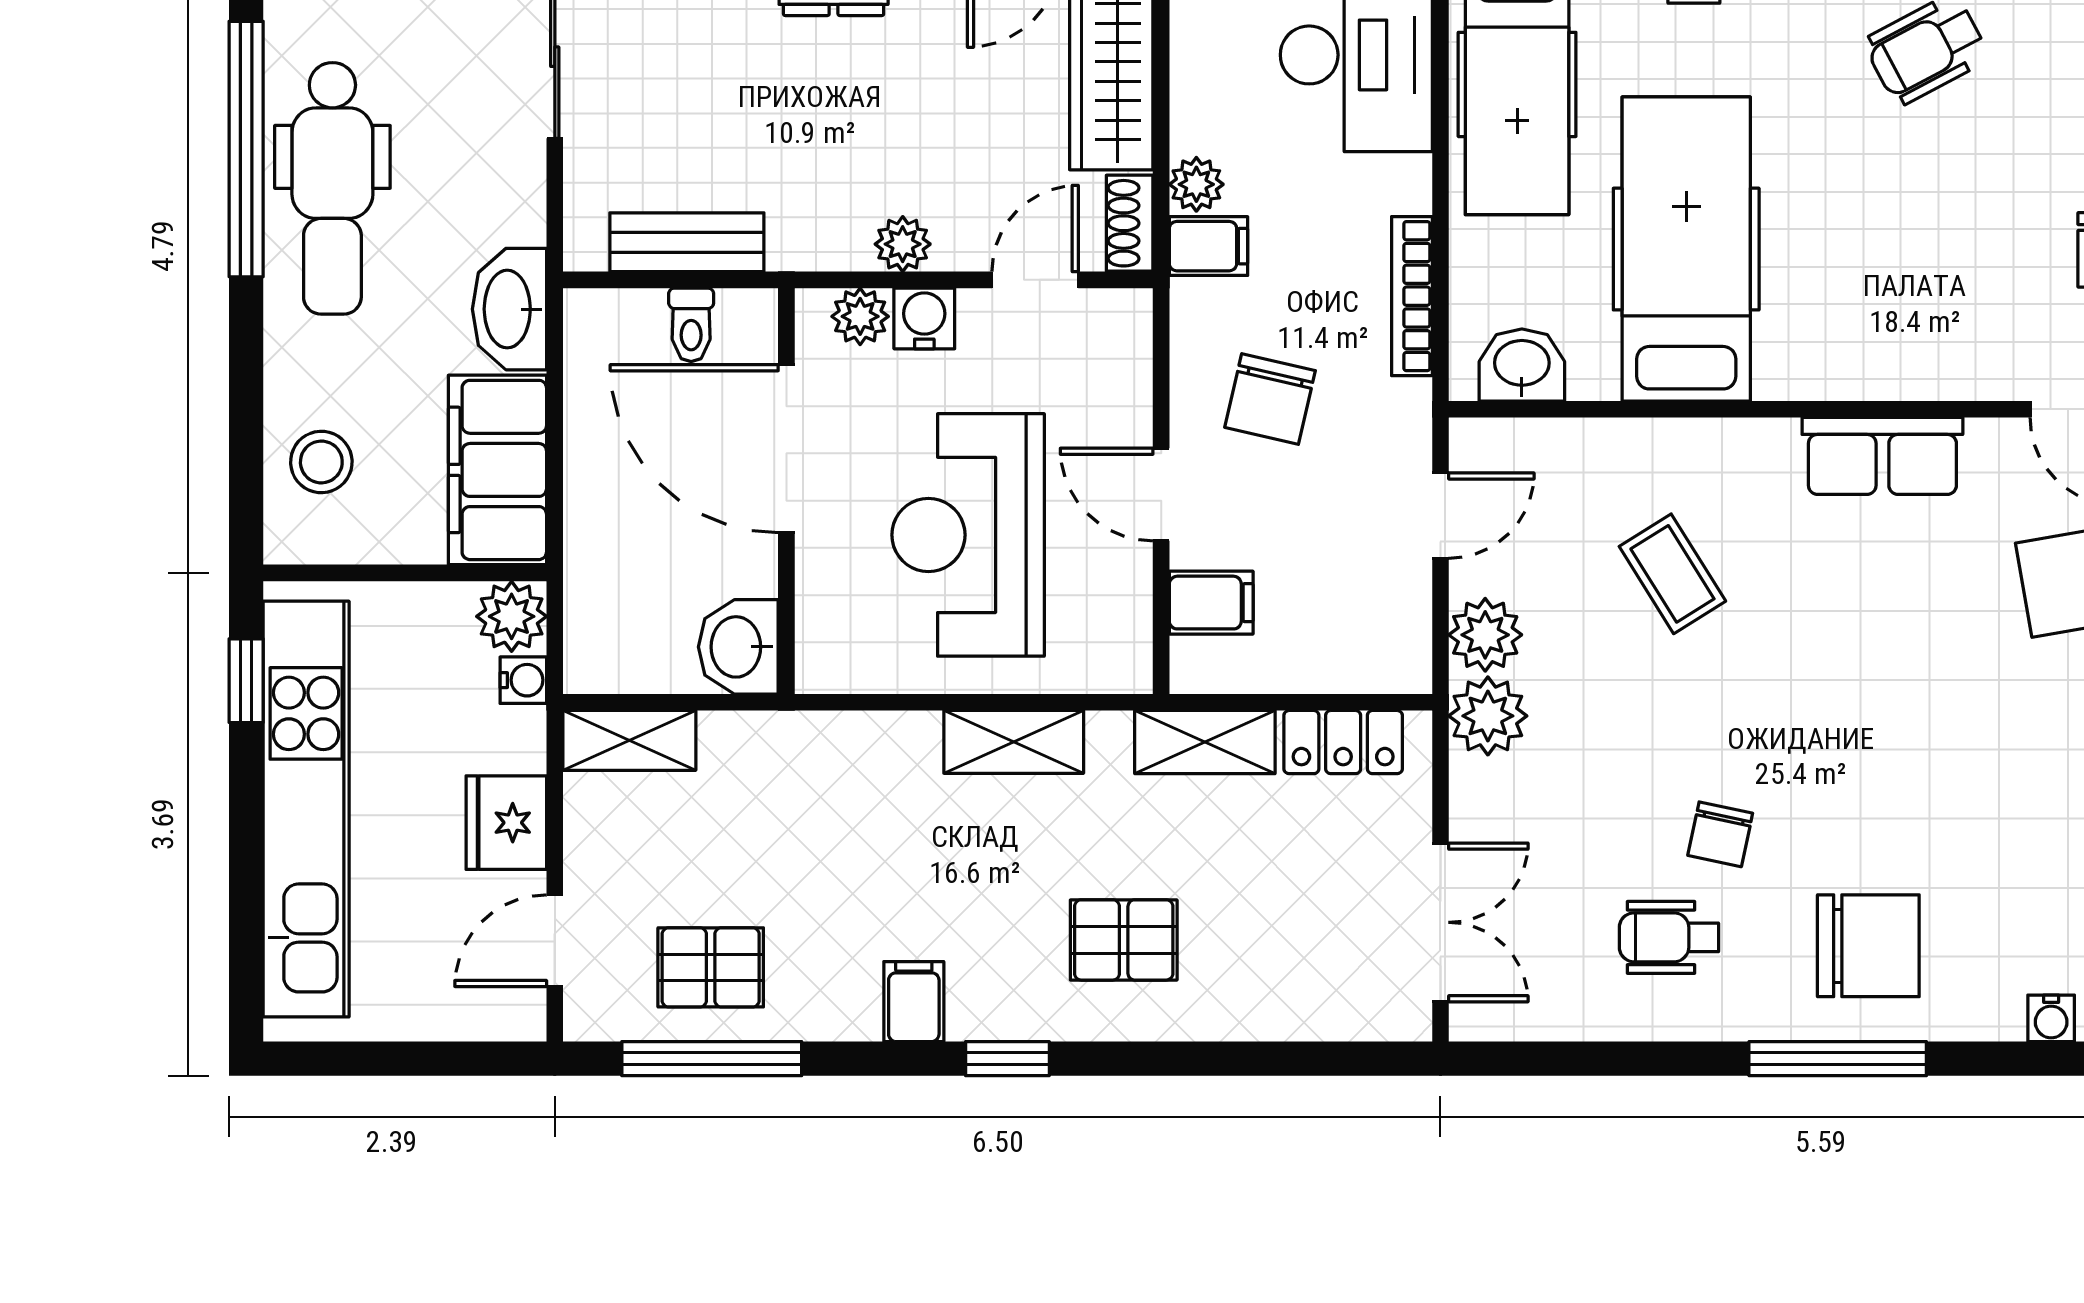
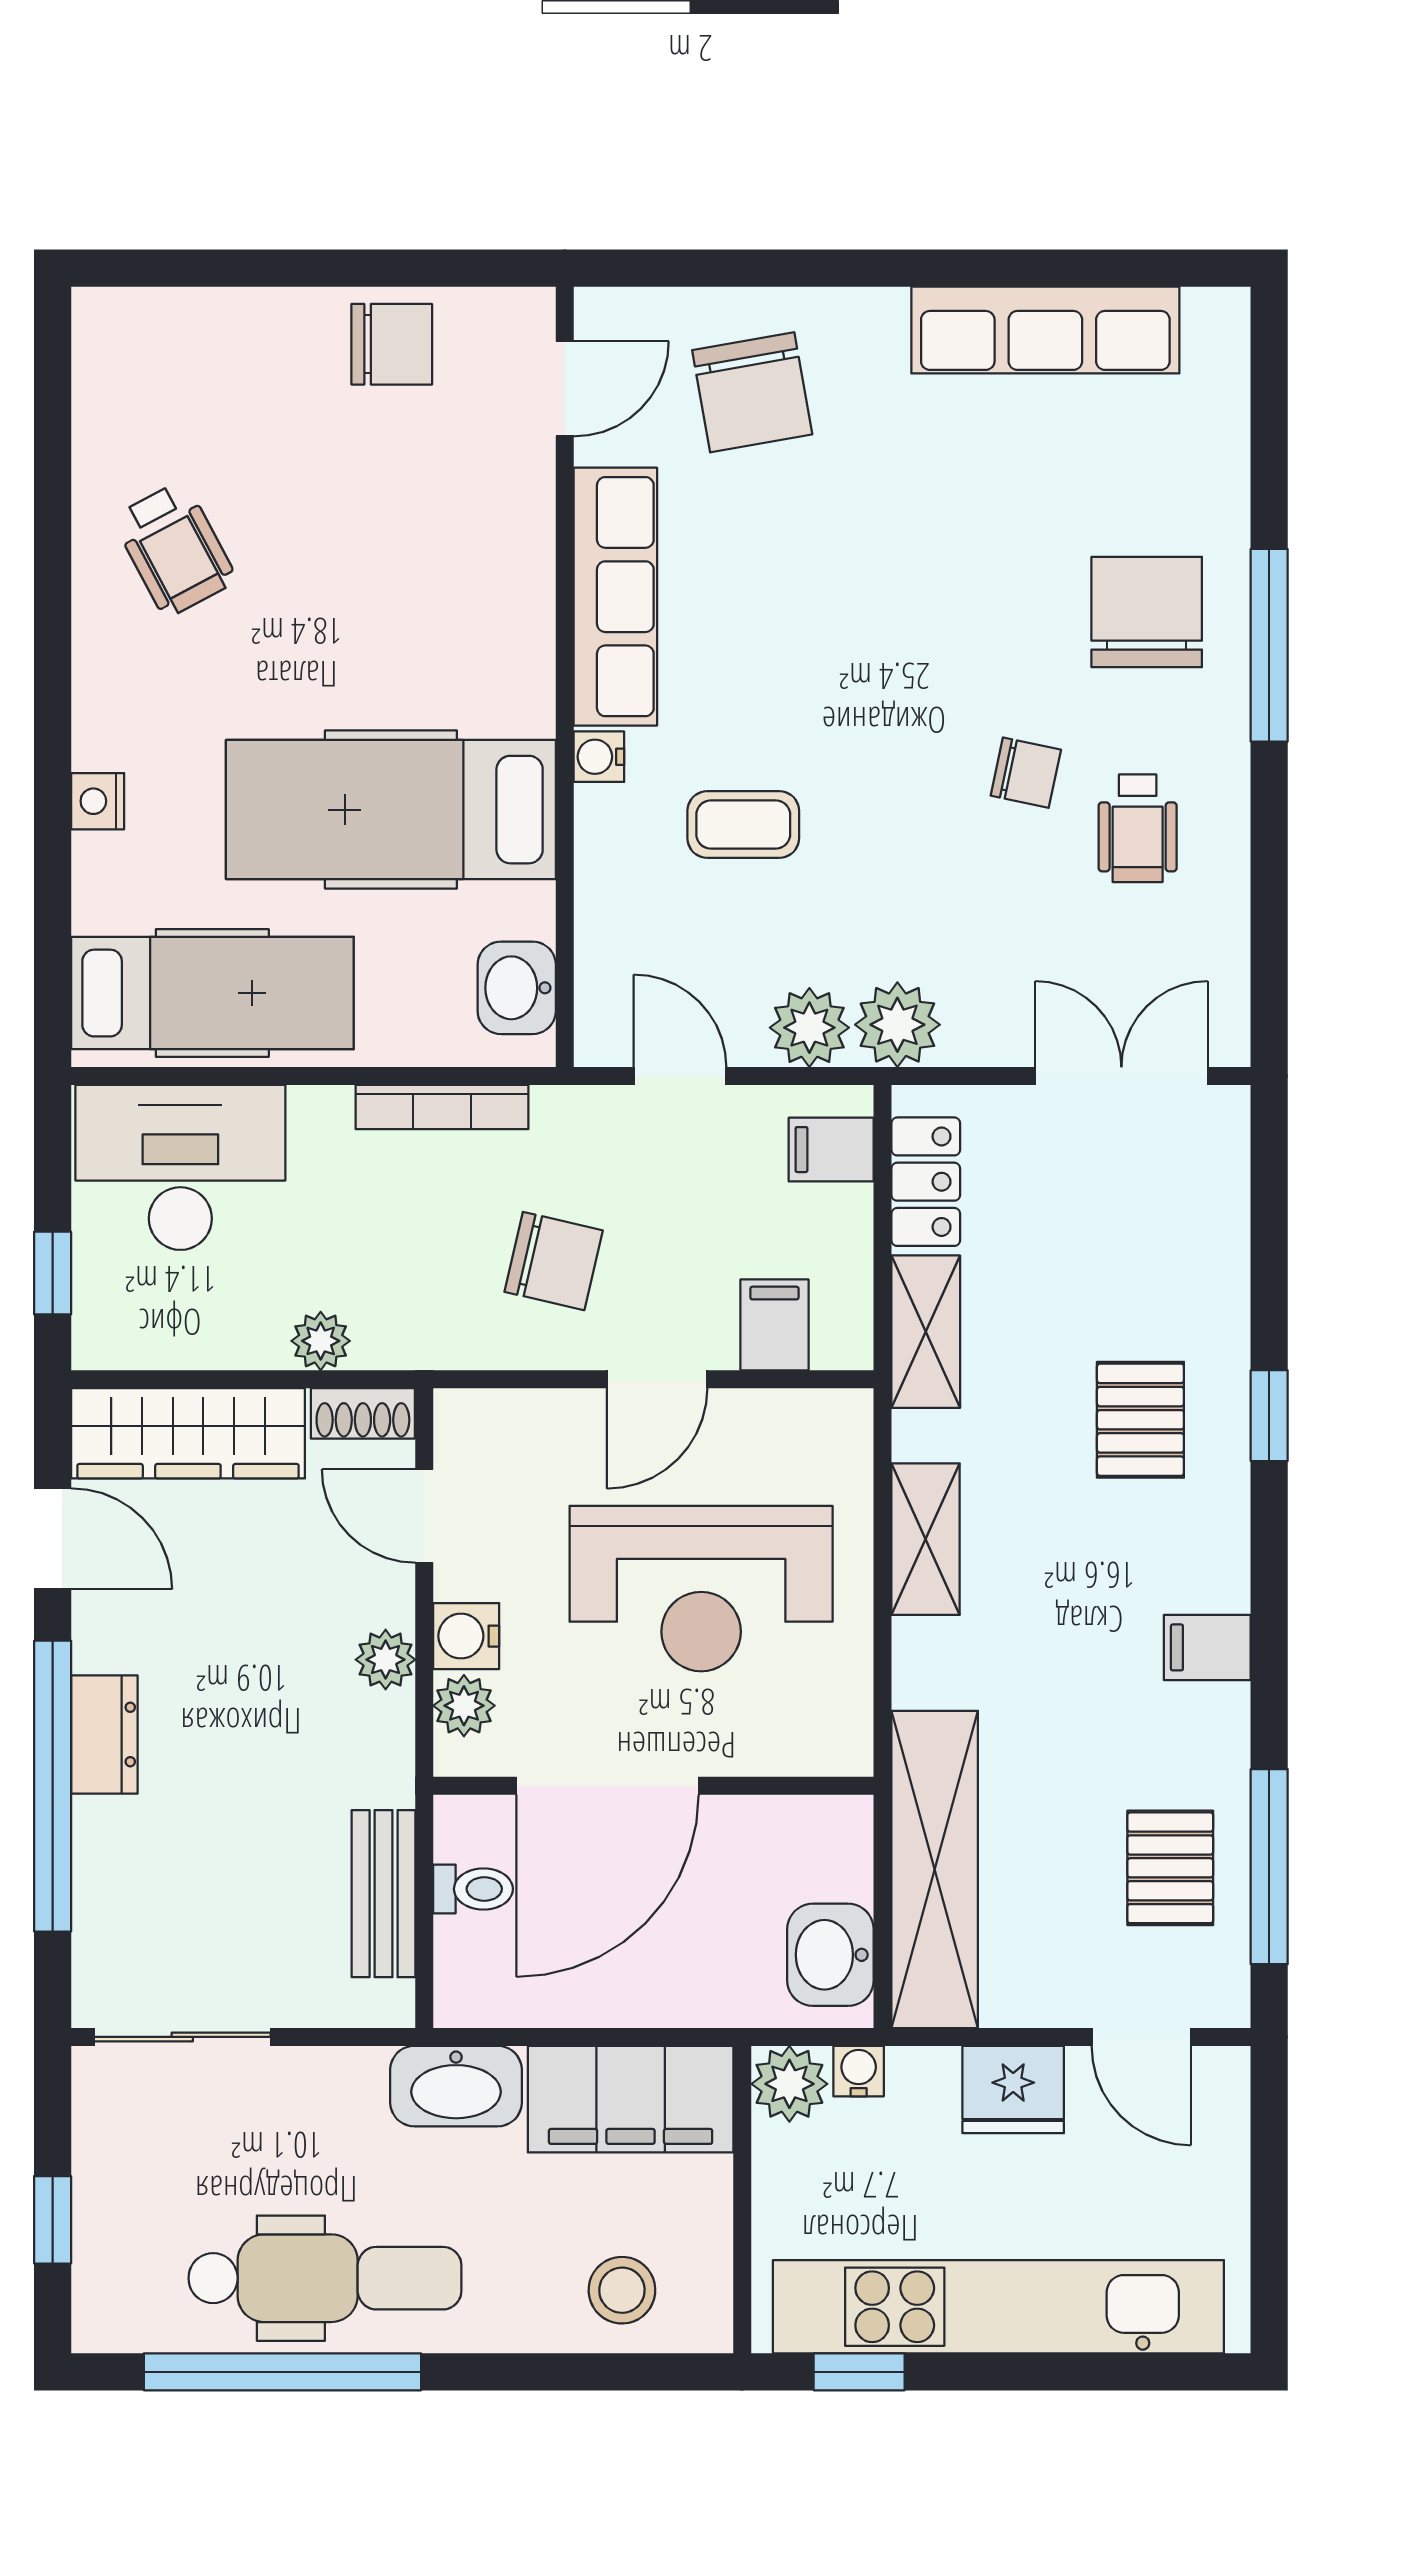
filing cabinet: (1209, 246) -> (831, 1150), moved, turned -90
row of seats: (1882, 456) -> (615, 597), width x1.48
coffee table: (1672, 574) -> (743, 824), turned 32
washbasin: (738, 647) -> (830, 1955), moved, turned 90
shelving: (629, 740) -> (935, 1869), width x2.20, depth x1.33
water cooler: (2051, 1018) -> (599, 757), moved, turned 180
window: (1007, 1059) -> (1269, 1416), moved

